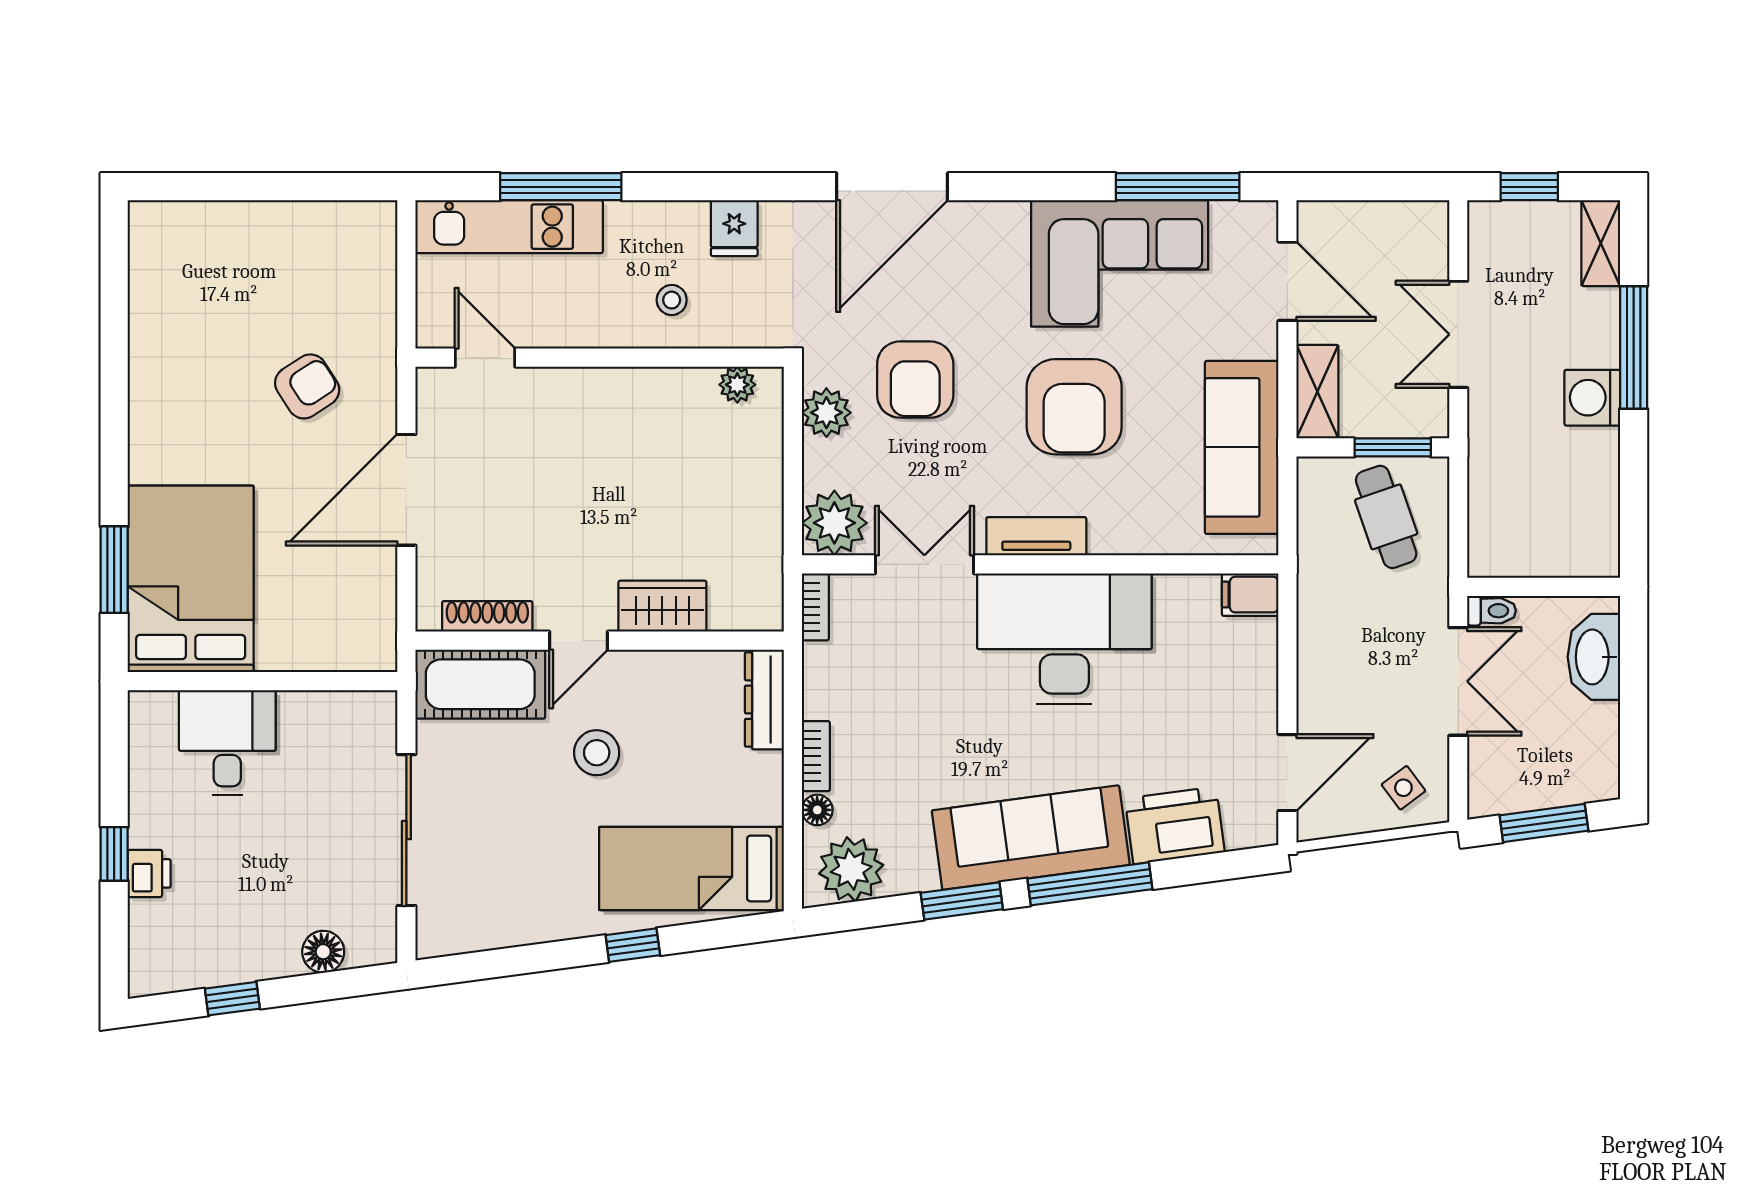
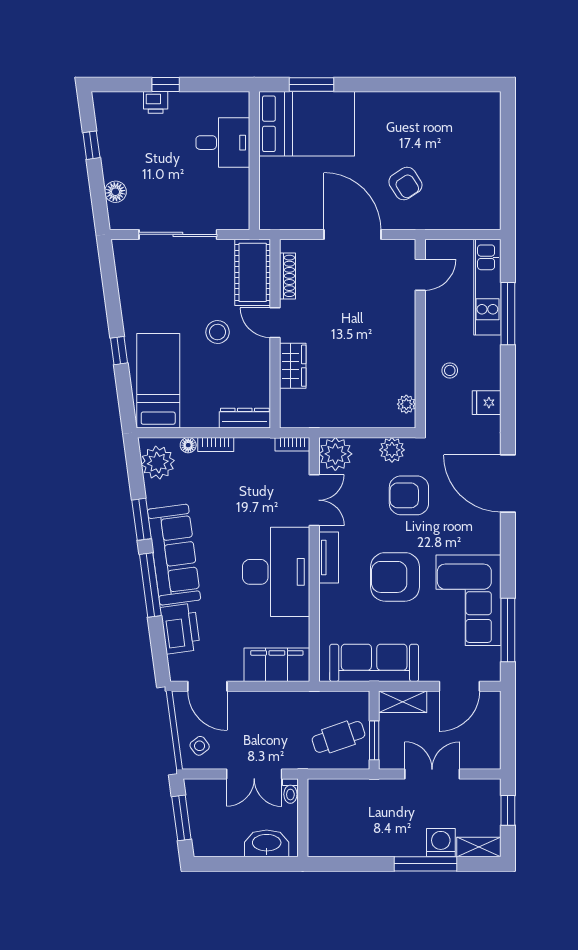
washing machine: (1592, 398) -> (441, 843), moved
filing cabinet: (1250, 595) -> (277, 665), width x3.00, depth x1.17

